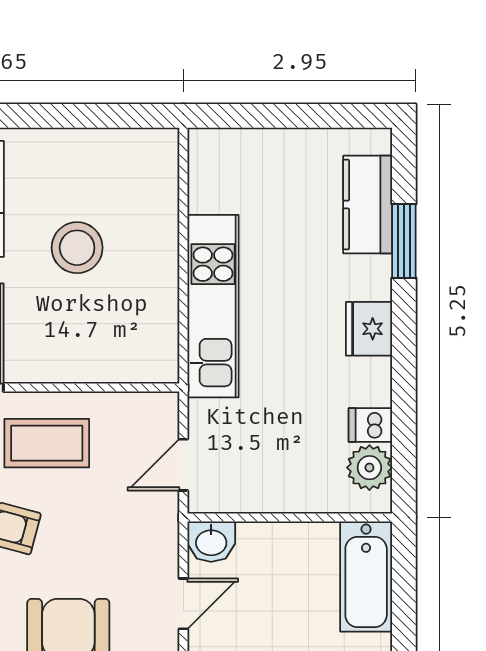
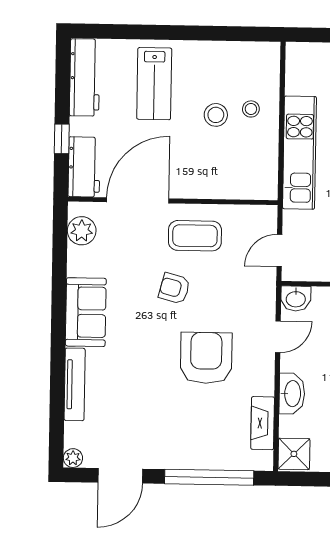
stool: (133, 237) -> (251, 109), added
stool: (77, 248) -> (216, 115), width x0.73, depth x0.73

